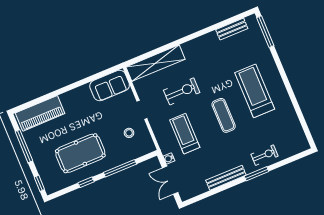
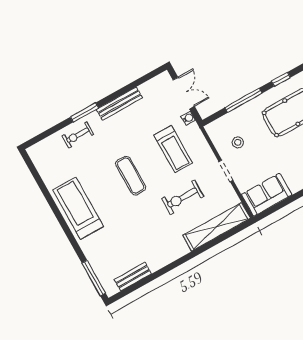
treadmill: (255, 91) -> (78, 208), moved, turned 180

